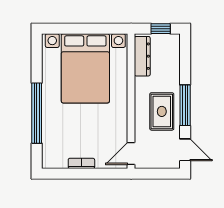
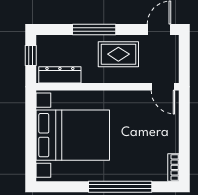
window: (185, 105) -> (94, 30), moved
bookcase: (81, 163) -> (173, 167), moved

